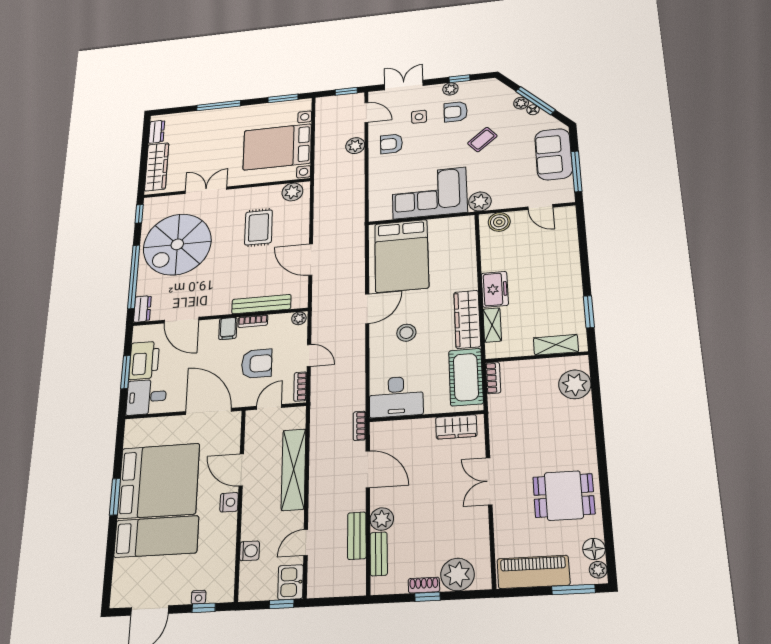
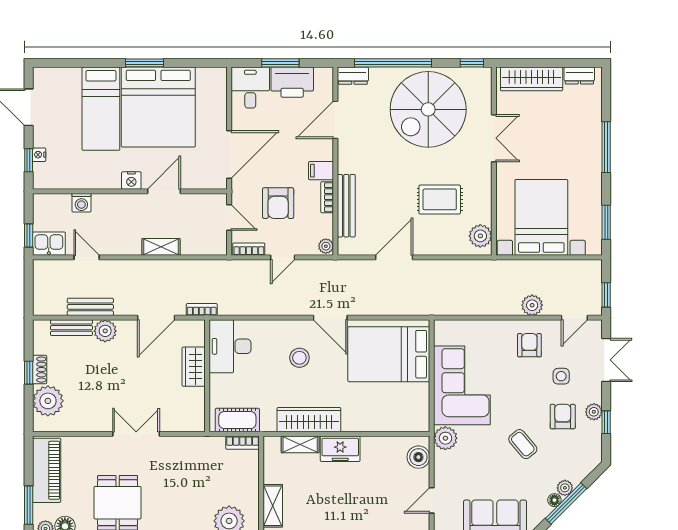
spiral stairs: (177, 244) -> (428, 109), turned -90
cot: (466, 377) -> (237, 420), width x0.73, depth x0.75
wardrobe: (456, 427) -> (194, 367), moved
shelving: (294, 469) -> (161, 247), width x0.45, depth x0.75

